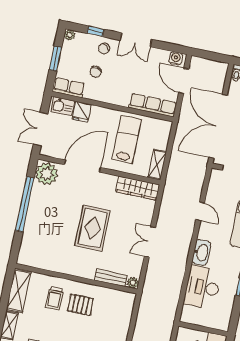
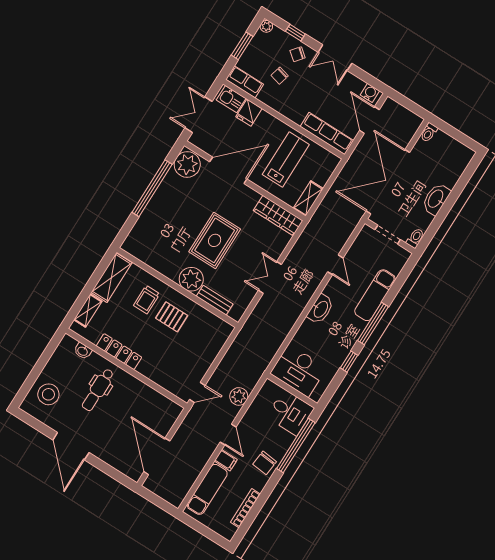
plant: (133, 283) -> (191, 279), moved, width x1.87, depth x1.87
desk: (202, 287) -> (298, 371), moved, turned -90

